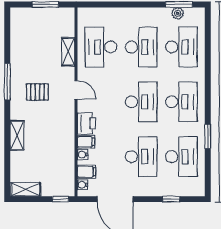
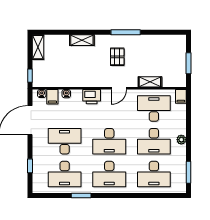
plant: (178, 13) -> (181, 140), moved
filing cabinet: (86, 142) -> (181, 96), moved
desk: (141, 157) -> (65, 141), turned 180

